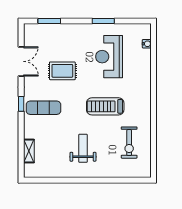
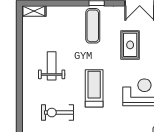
weight bench: (83, 148) -> (52, 66), turned -90
shelving: (29, 151) -> (34, 11), moved

